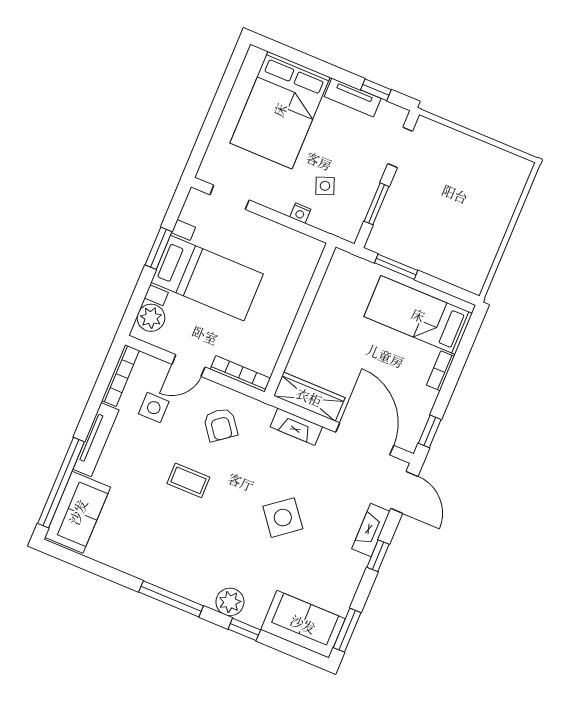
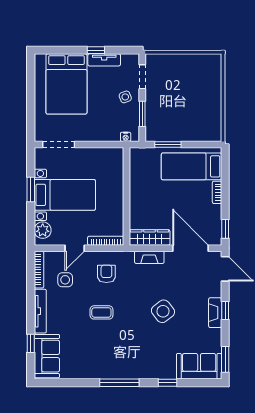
window: (376, 90) -> (96, 50), moved
side table: (325, 186) -> (125, 97), moved
doorway: (230, 197) -> (59, 144), width x1.38
nightstand: (300, 213) -> (126, 137), moved
armchair: (221, 425) -> (106, 274), turned -143
window: (61, 483) -> (31, 343), width x0.32
fireplace: (371, 530) -> (215, 313), moved
plant: (230, 602) -> (153, 371), removed

